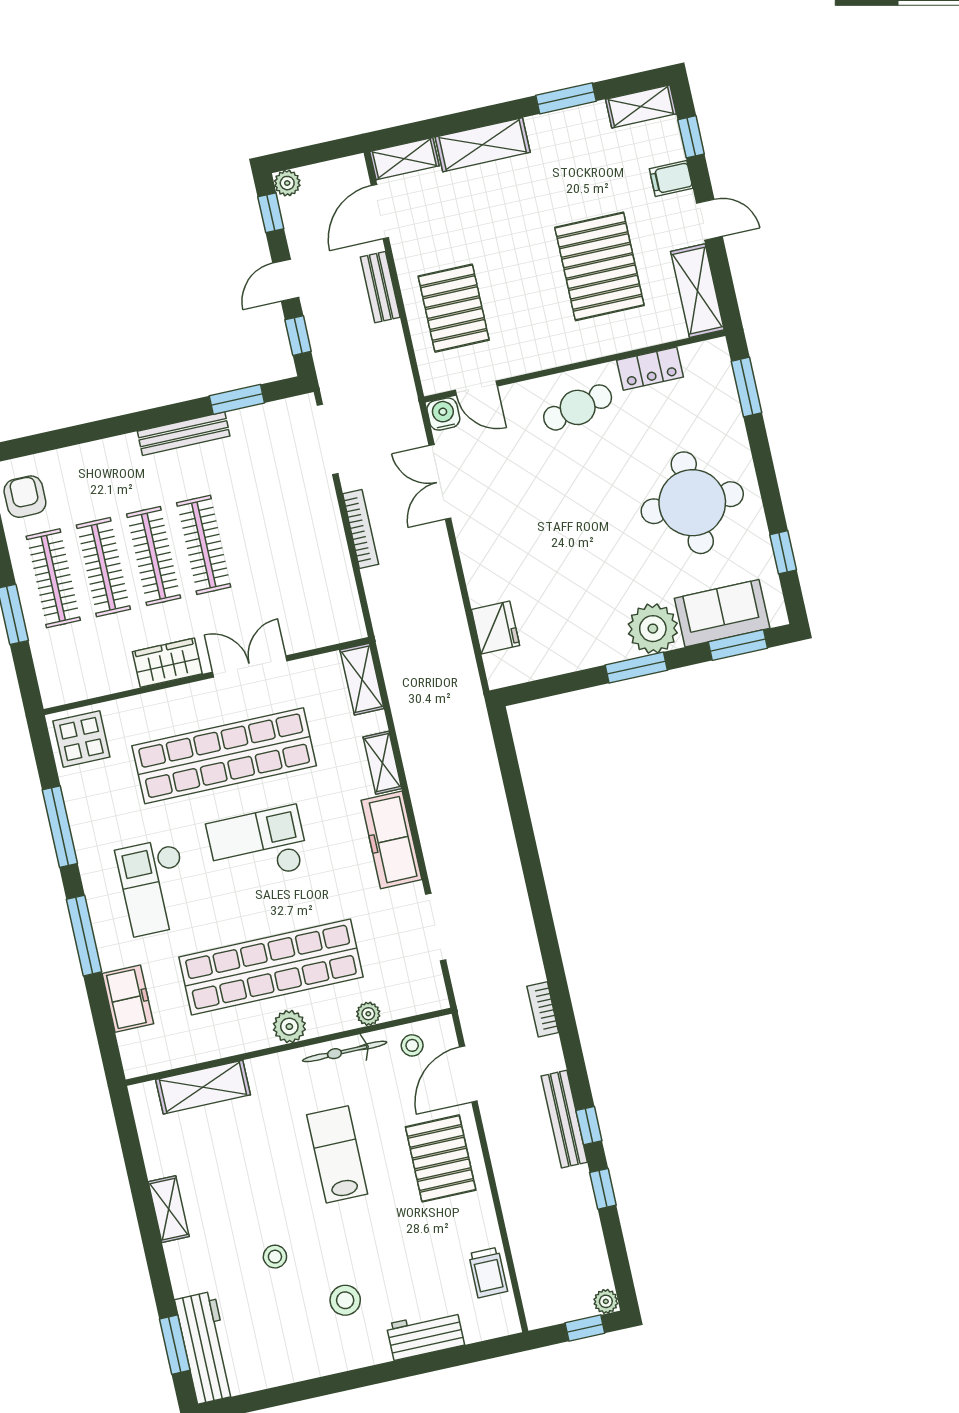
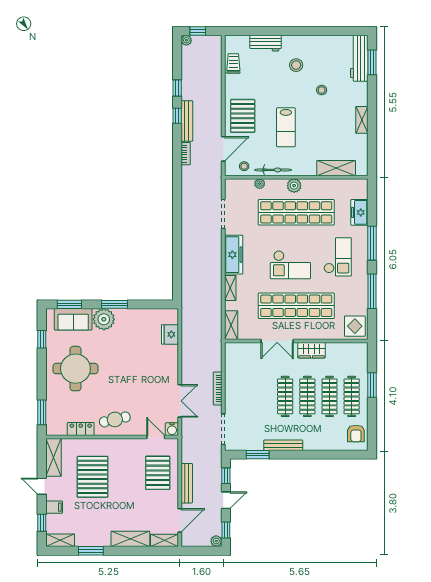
bench: (380, 287) -> (187, 483), width x1.36
bookcase: (543, 1009) -> (186, 154), moved

